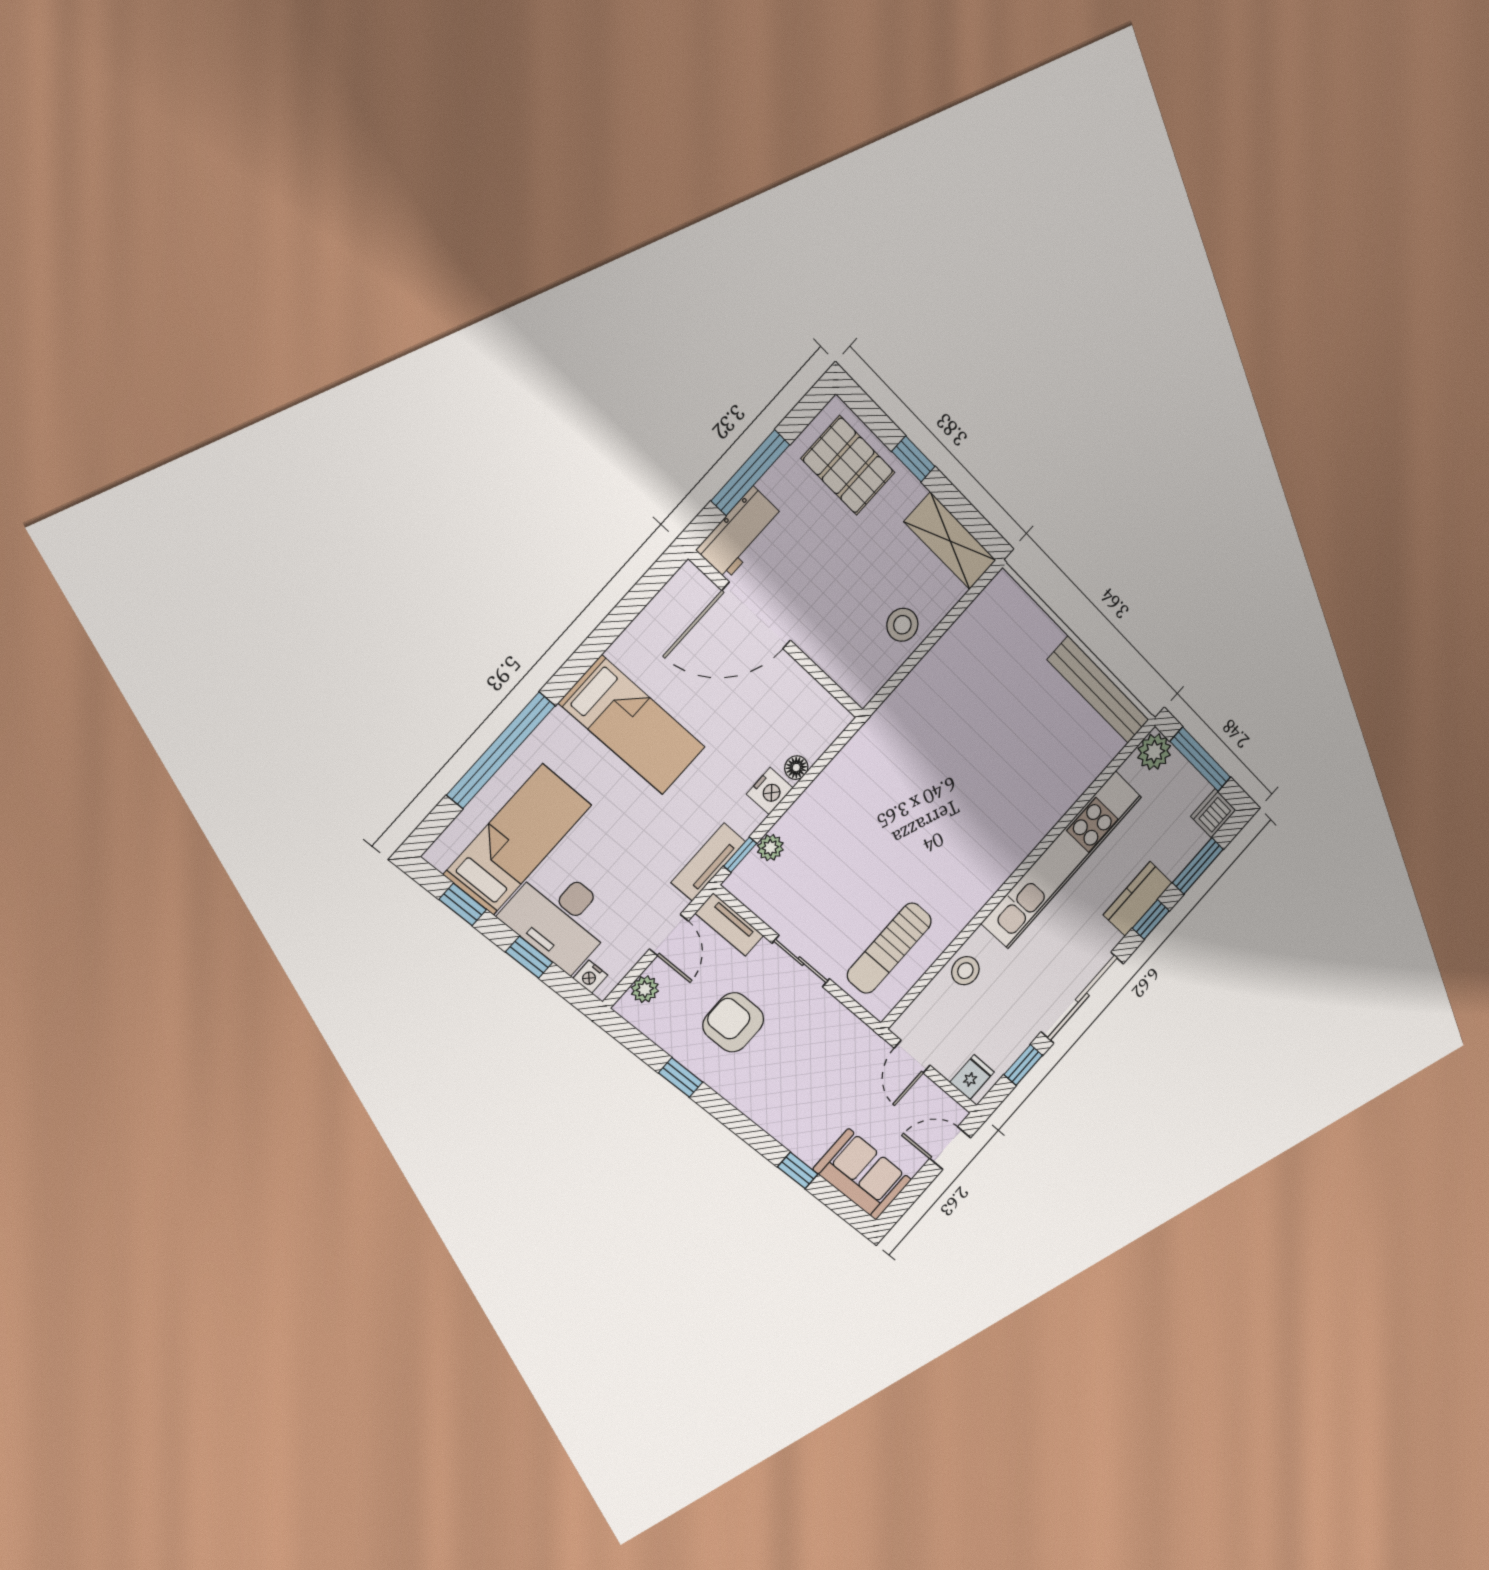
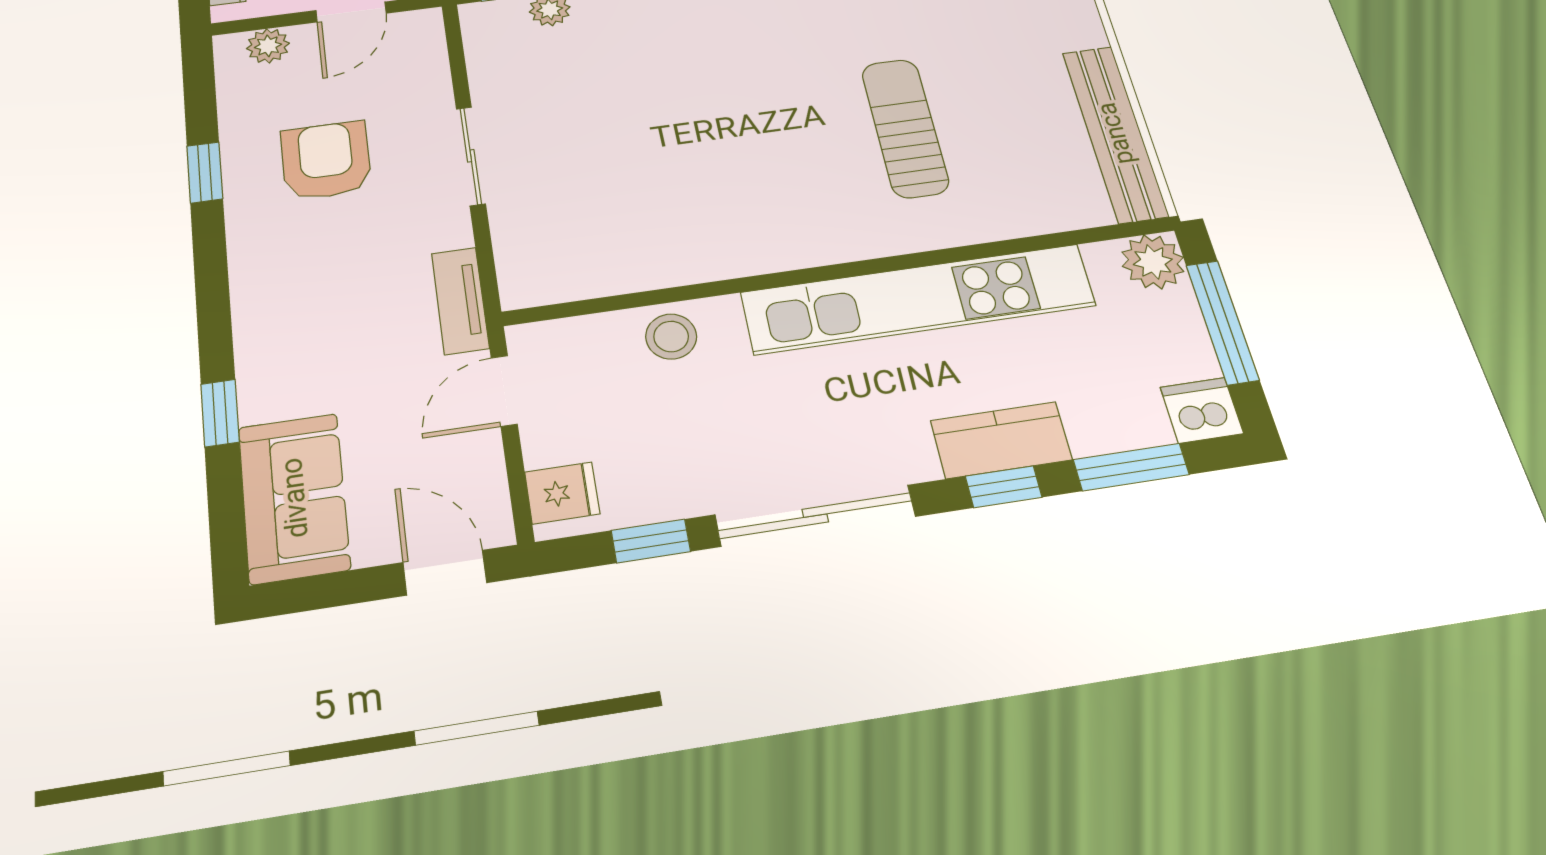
tv unit: (729, 925) -> (460, 301), moved
sun lounger: (889, 948) -> (905, 128), moved, turned 90

